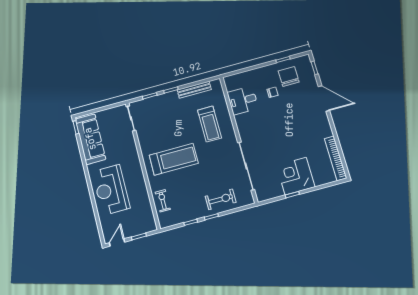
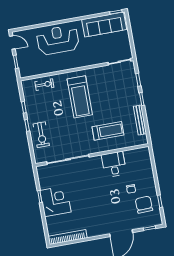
chair: (289, 76) -> (144, 205), turned -92
desk: (243, 100) -> (114, 164), moved
treadmill: (210, 124) -> (108, 131), turned 180

